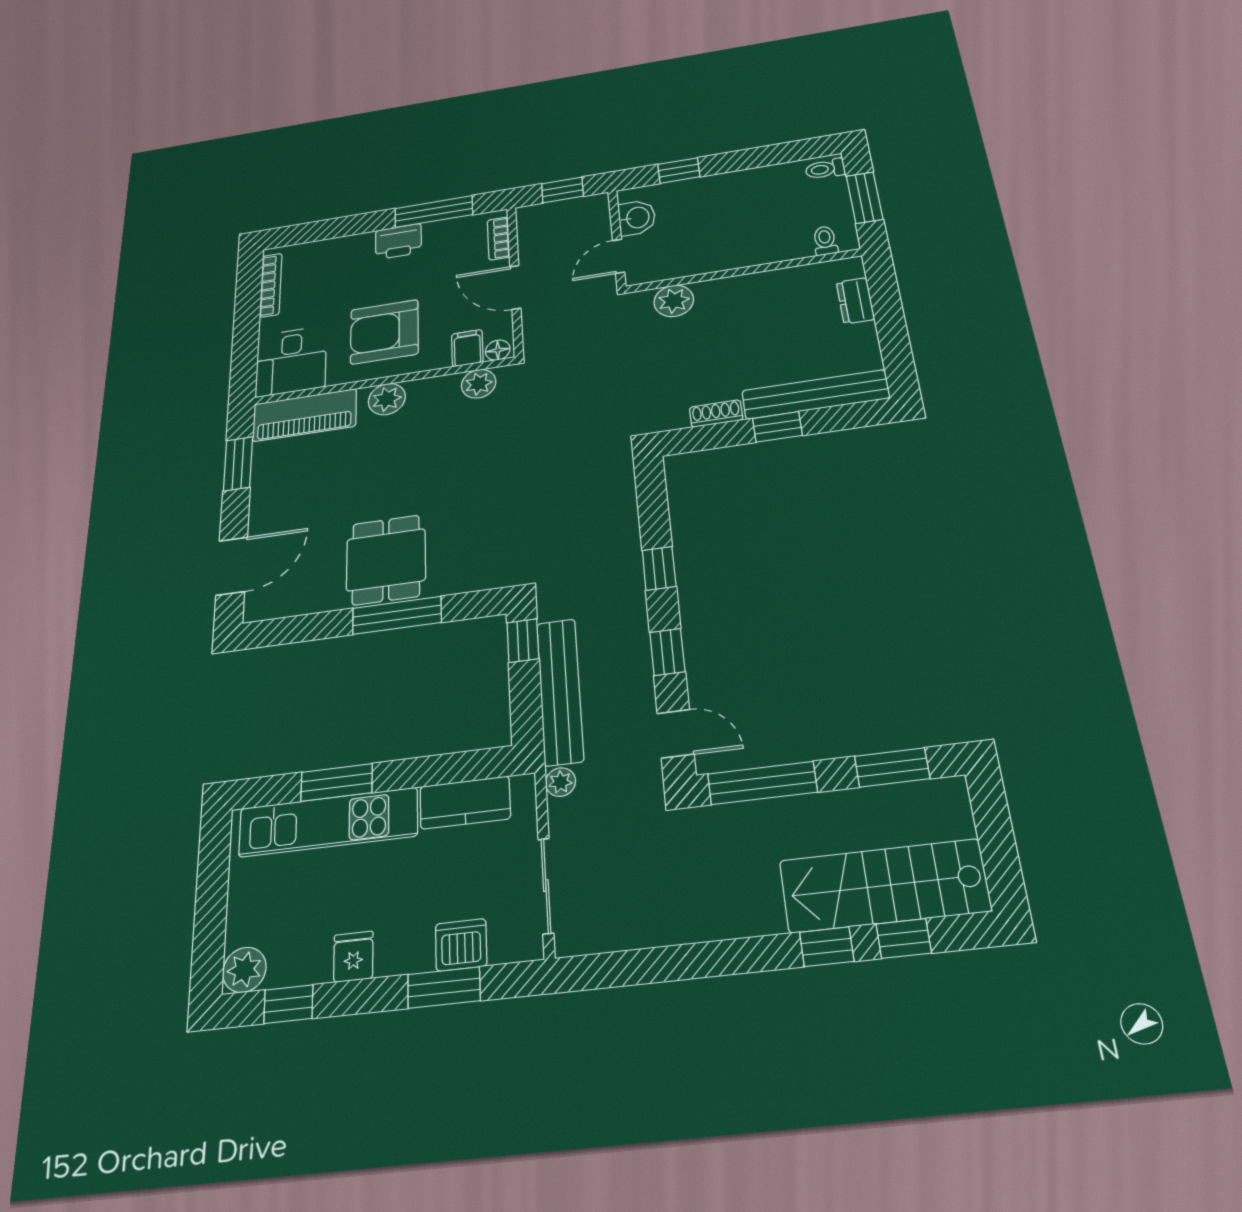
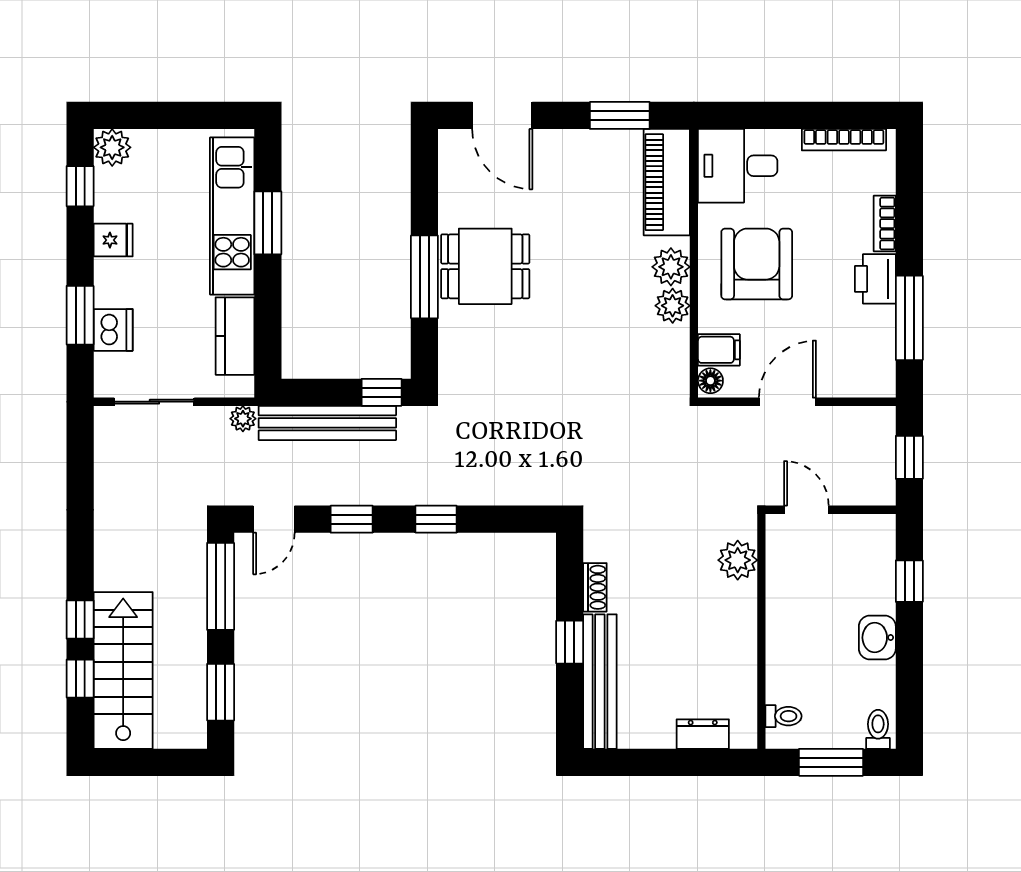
washbasin: (637, 218) -> (877, 638), moved, turned 90
bookcase: (499, 238) -> (885, 224), moved, turned -90
plant: (479, 384) -> (673, 306), moved

